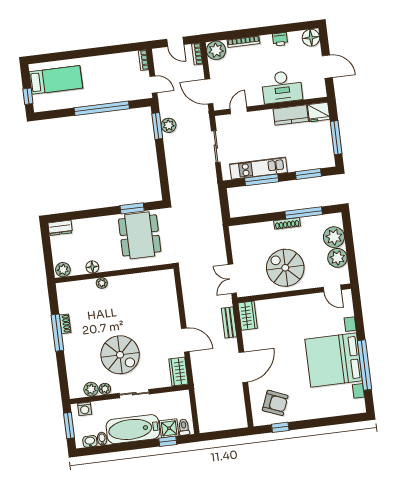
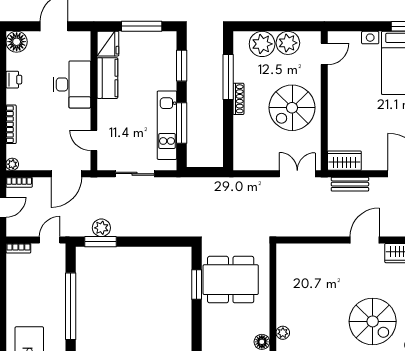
plant: (216, 50) -> (12, 164), width x0.53, depth x0.53
double door: (232, 279) -> (297, 174), swing flipped
spiral stairs: (120, 355) -> (373, 321), turned 90

